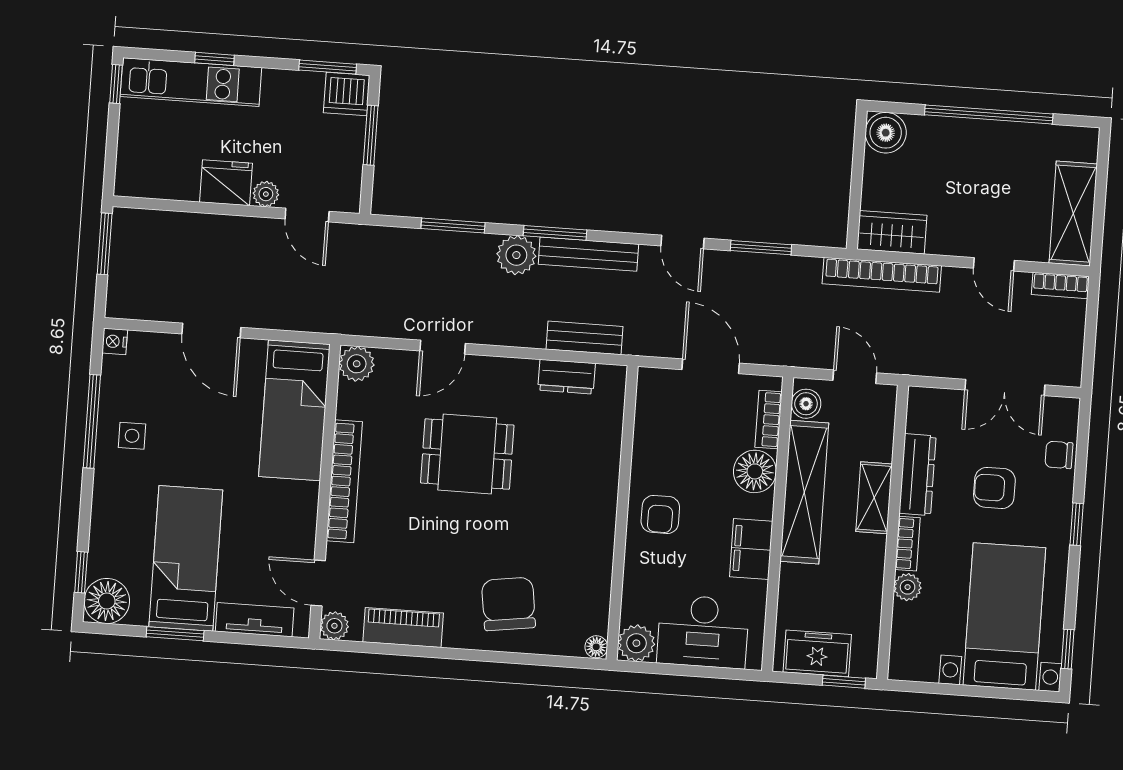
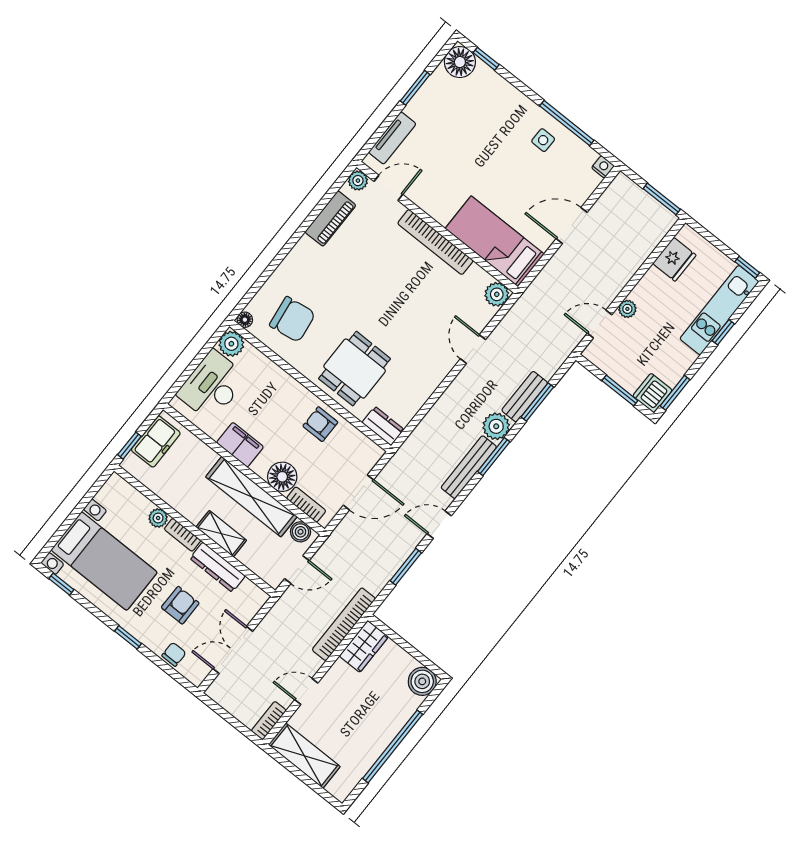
fridge: (226, 183) -> (674, 259), moved
bench: (584, 338) -> (525, 397), moved
dresser: (567, 377) -> (383, 426), moved, turned 90
dining table: (467, 454) -> (355, 369), moved
armchair: (660, 514) -> (320, 424), moved
bed: (186, 558) -> (453, 123), removed
chair: (508, 604) -> (293, 319), moved

